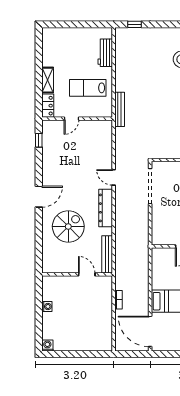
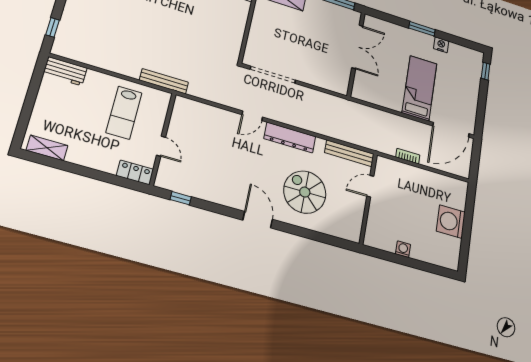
workbench: (105, 53) -> (65, 71), moved
shelving: (48, 80) -> (47, 148), moved
washing machine: (47, 345) -> (451, 222), moved, width x1.89, depth x1.89

